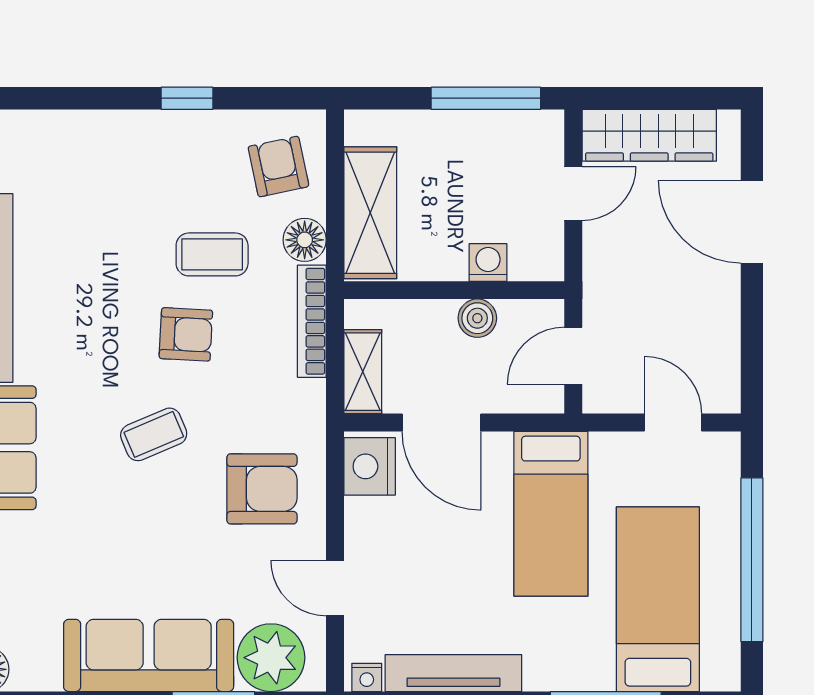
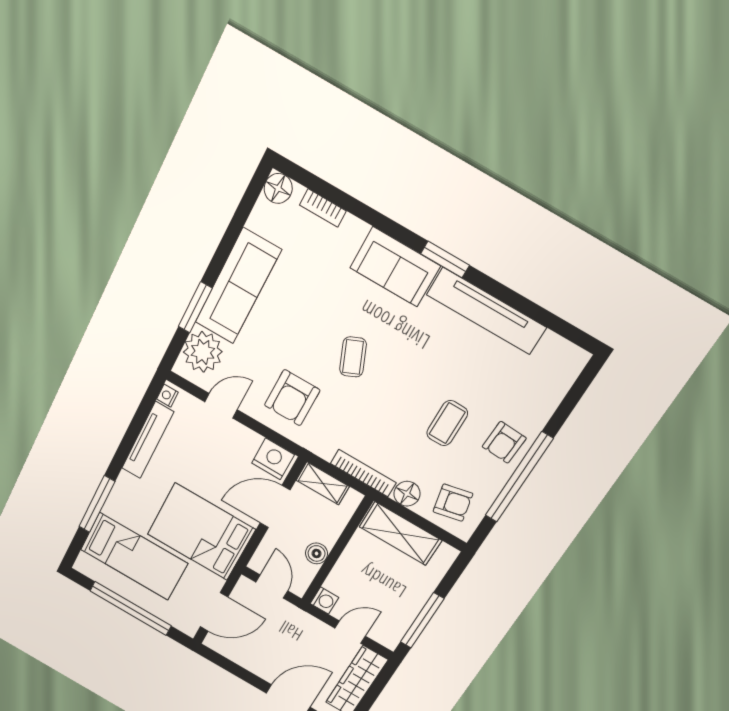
window: (187, 98) -> (519, 477), width x3.17
door: (573, 194) -> (350, 632), swing flipped
coffee table: (212, 254) -> (447, 423), moved
washing machine: (488, 263) -> (325, 600), moved
armchair: (186, 334) -> (504, 442), moved
door: (673, 422) -> (214, 612), width x1.38
bed: (551, 514) -> (201, 532), width x1.50

